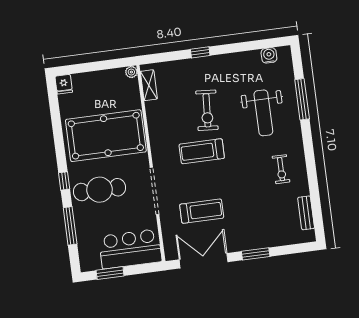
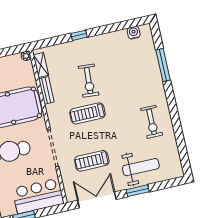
weight bench: (263, 113) -> (141, 167), moved, turned -90
exercise bike: (281, 169) -> (152, 122), width x1.38, depth x1.39
treadmill: (202, 211) -> (92, 161), turned 180
bench: (306, 213) -> (46, 90), moved

